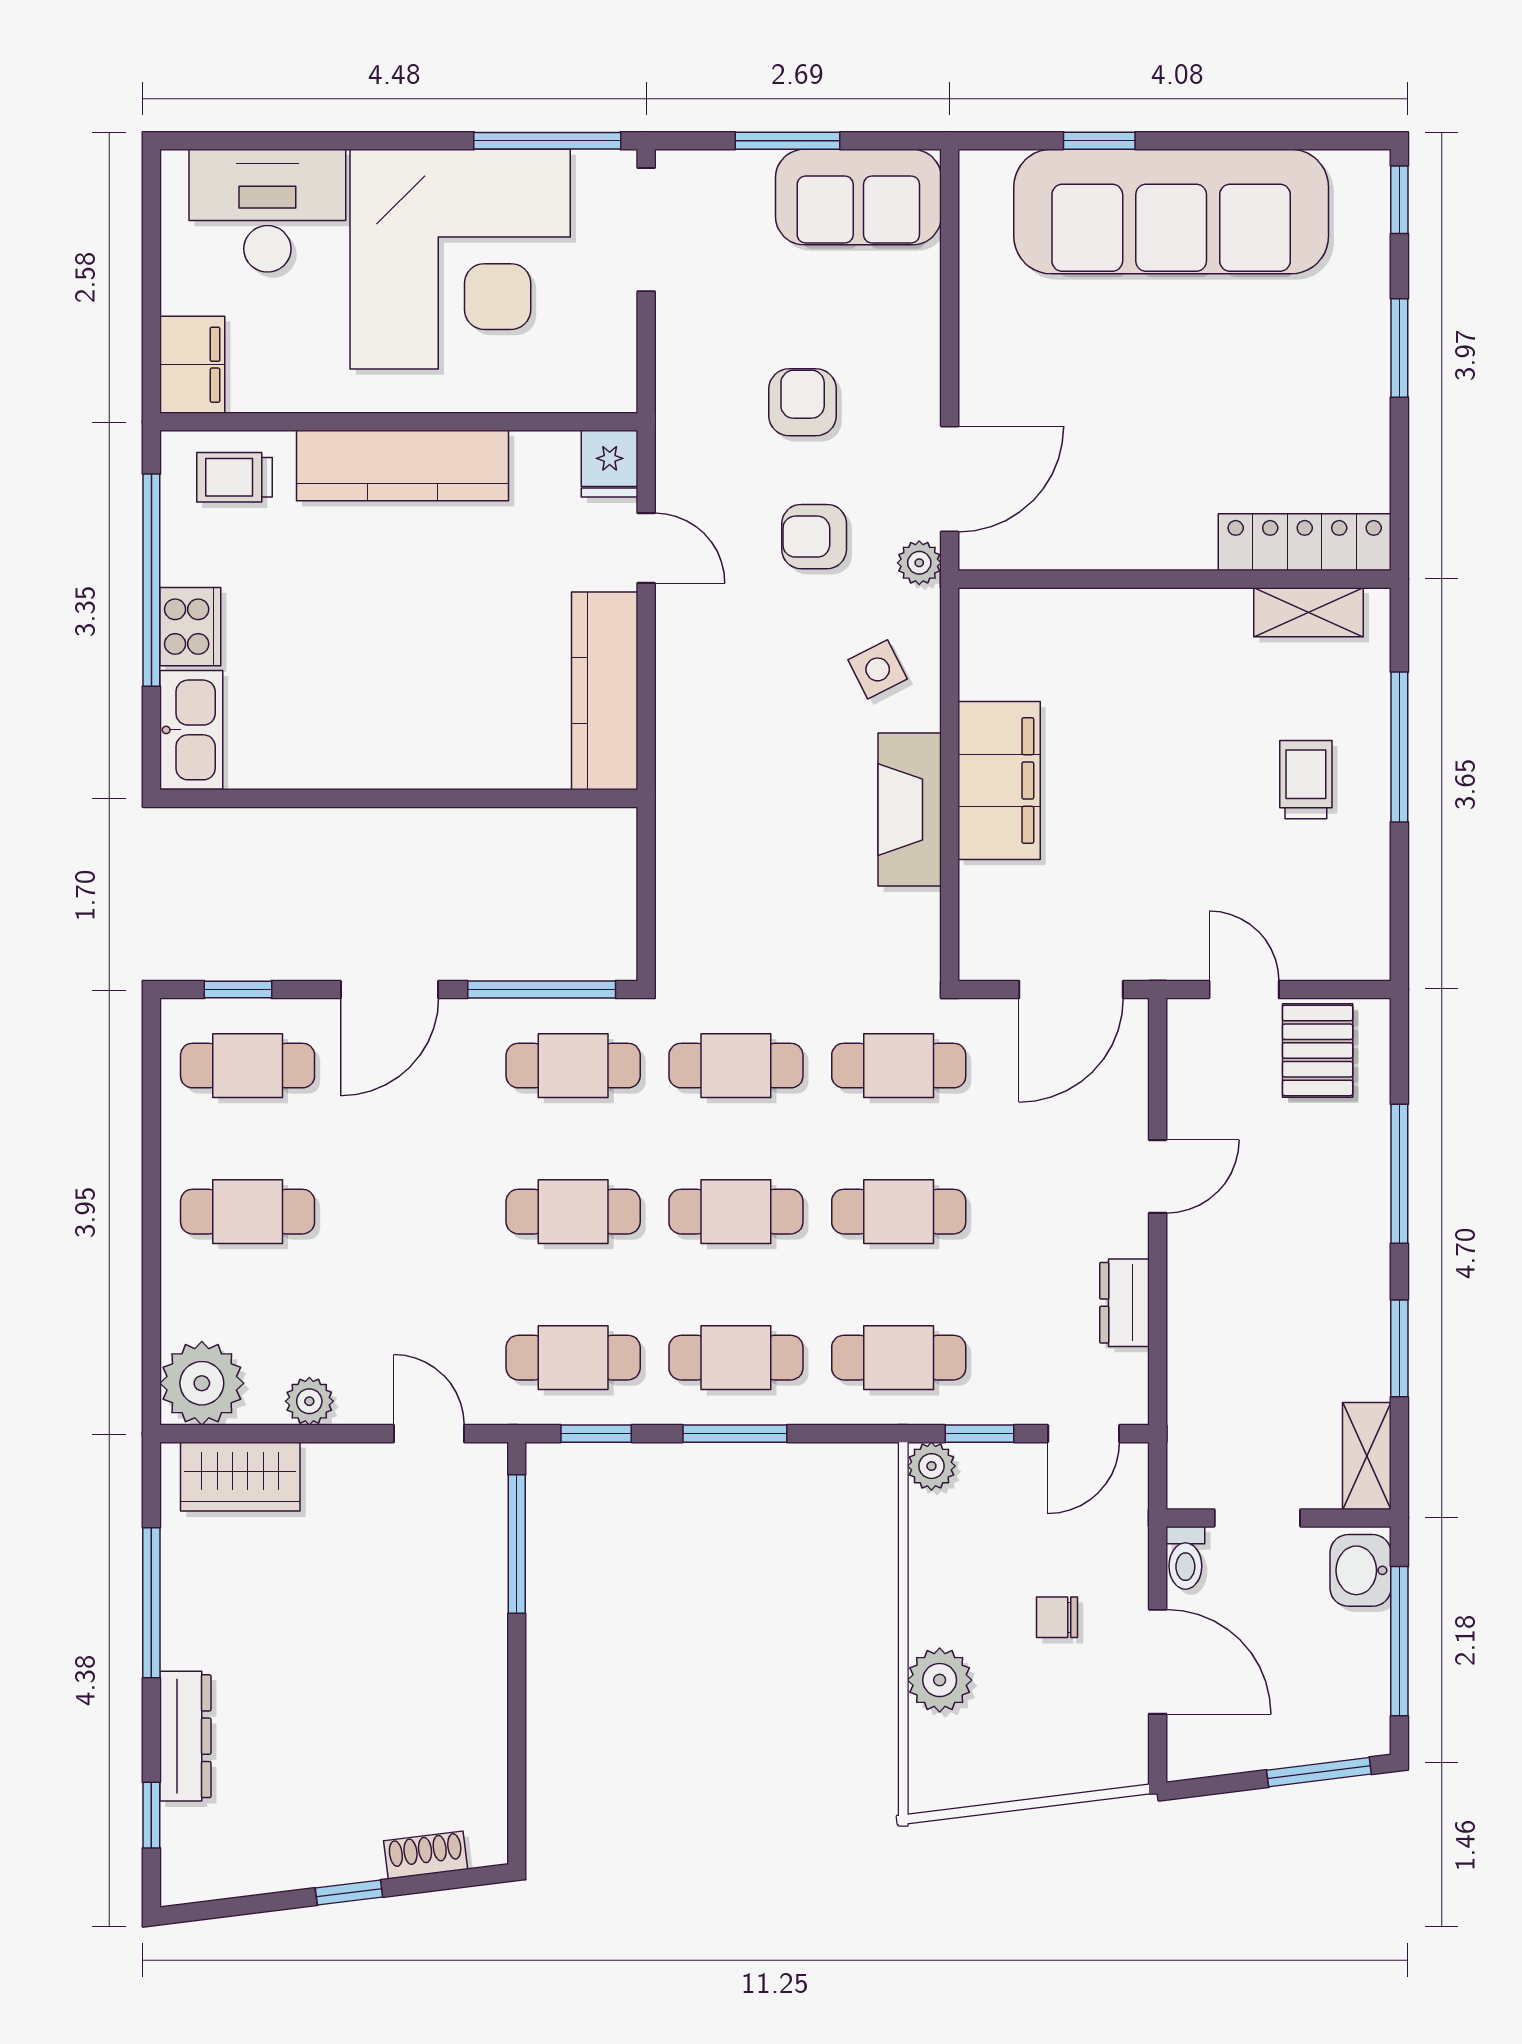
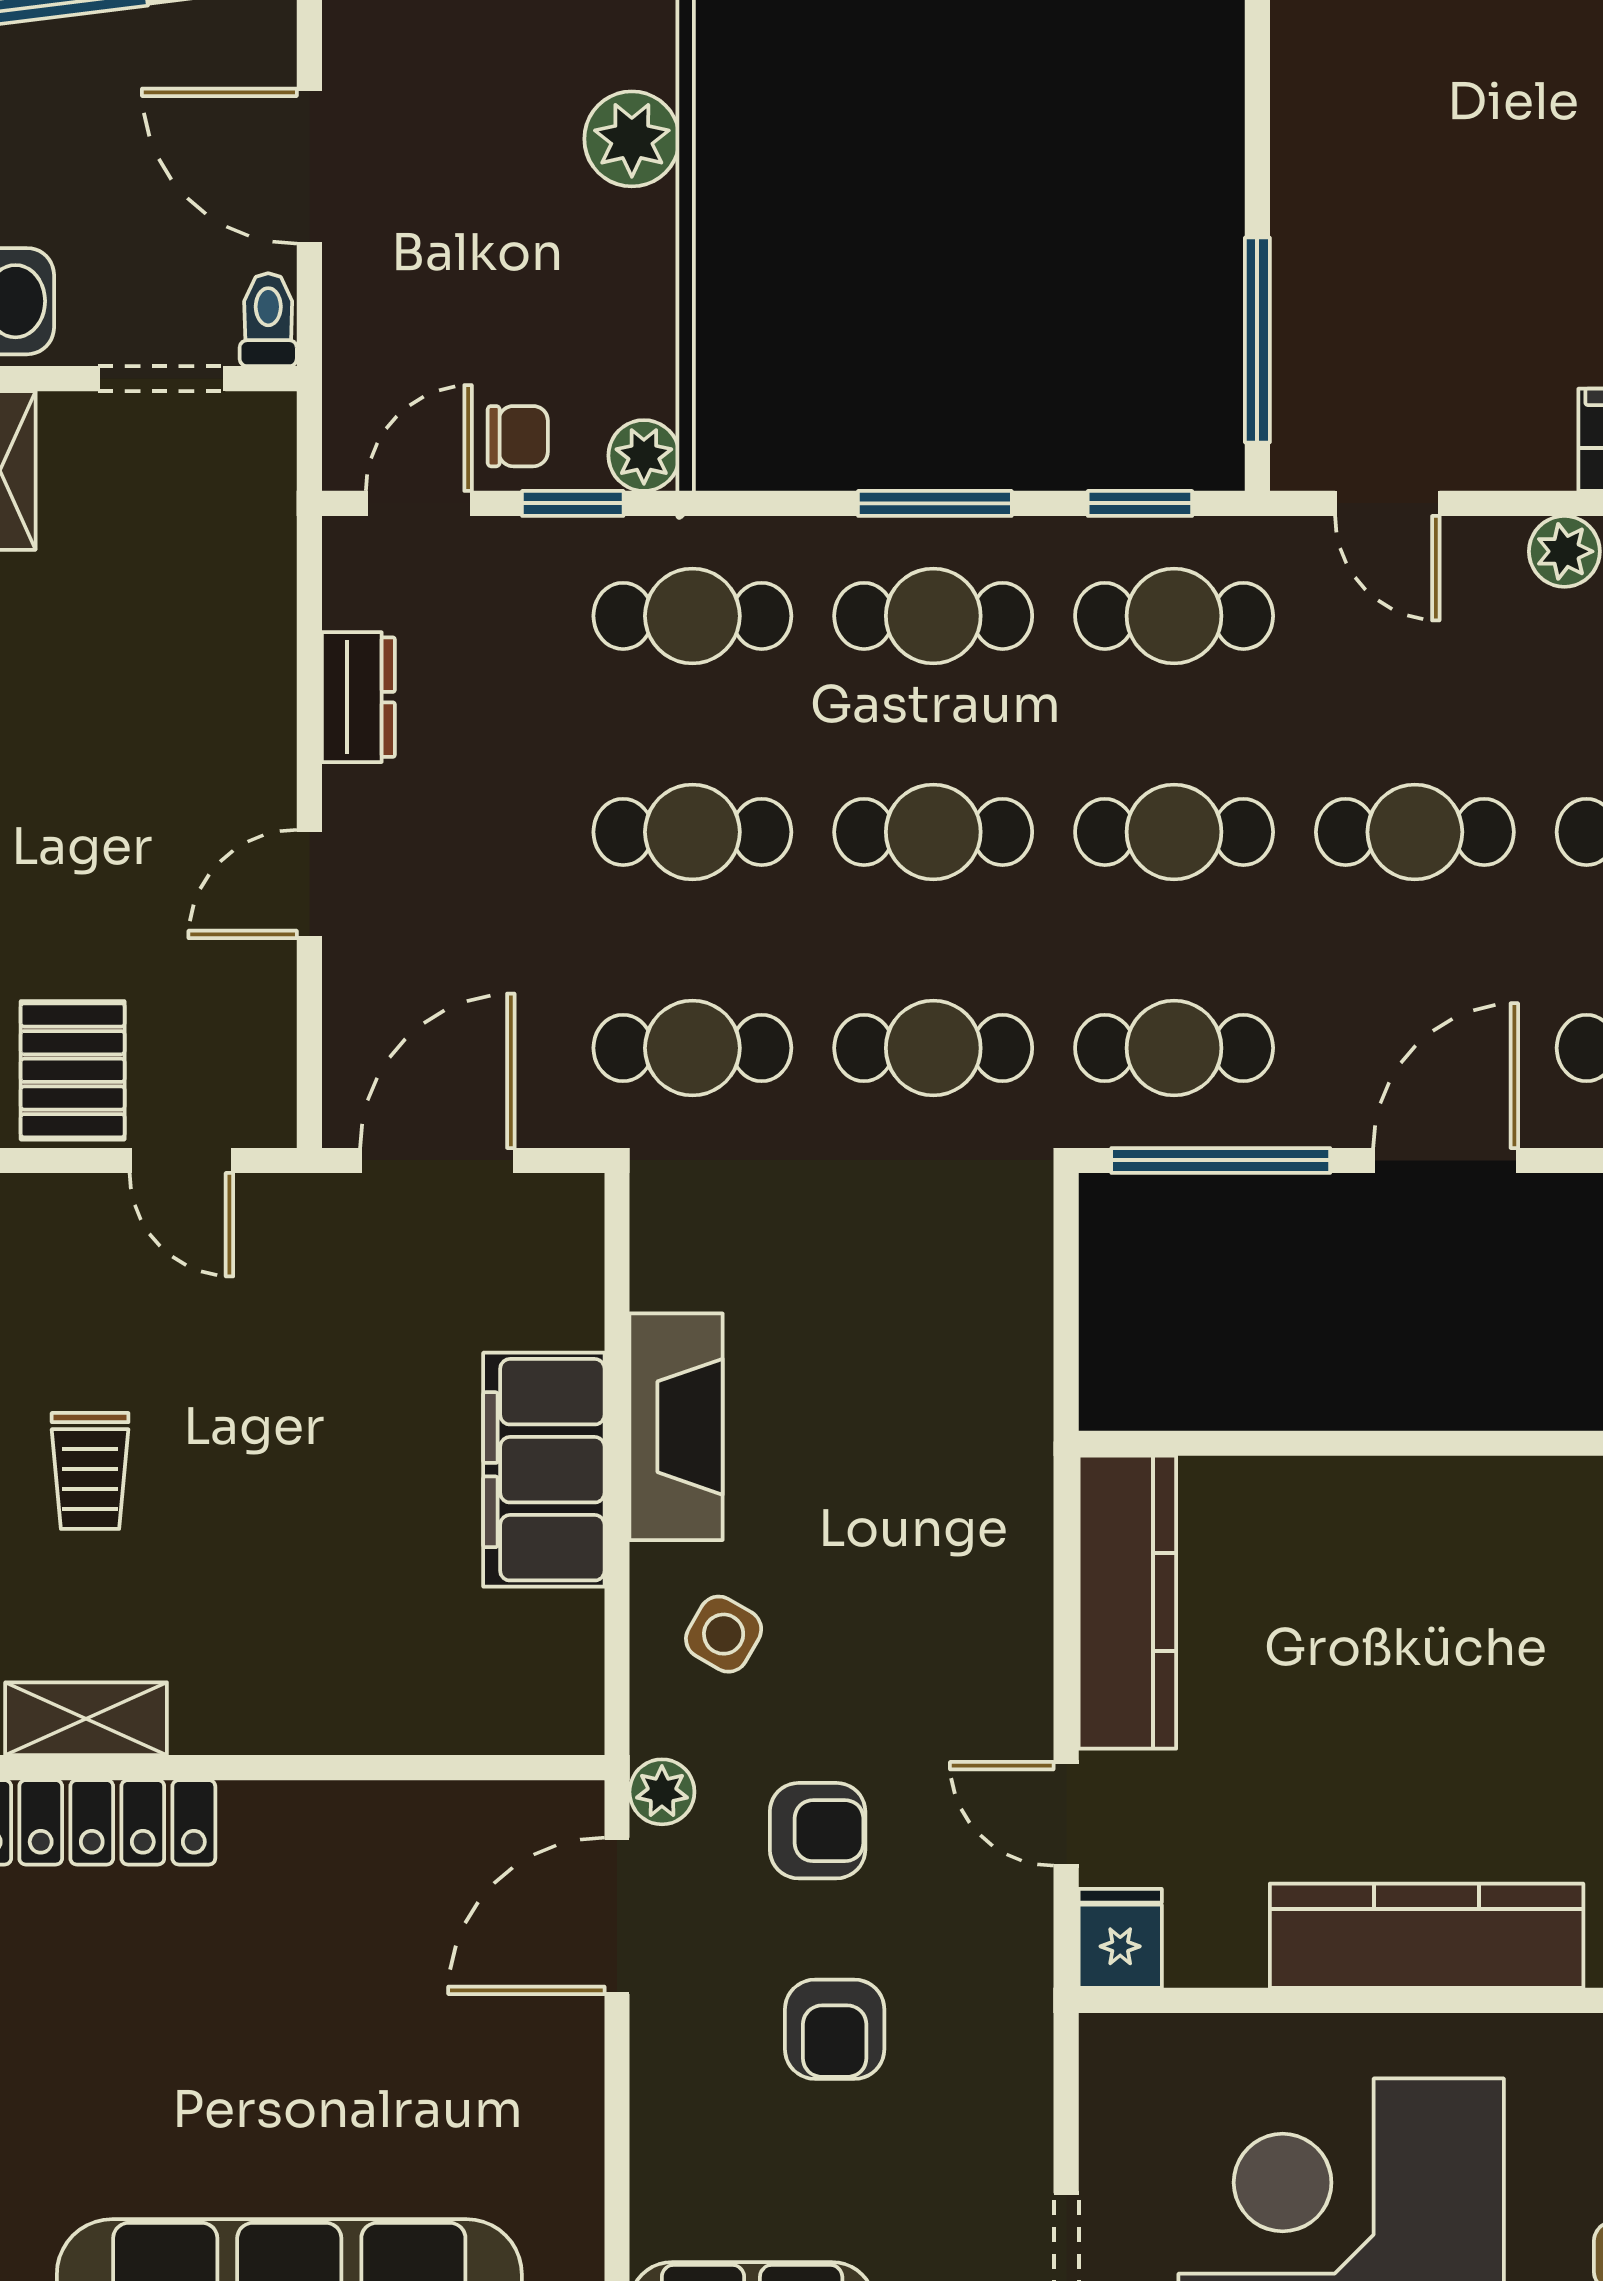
side table: (878, 669) -> (724, 1634), turned -33
cafe table: (410, 1212) -> (1415, 832), added
chair: (1057, 1617) -> (518, 436), moved

